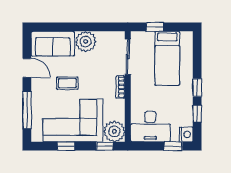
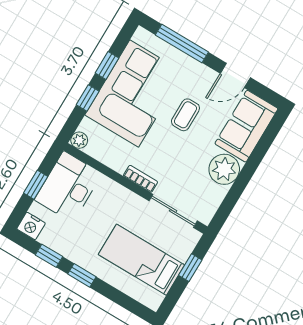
plant: (114, 131) -> (79, 140), width x0.53, depth x0.53
window: (105, 146) -> (88, 98), moved
window: (173, 146) -> (36, 185), moved

